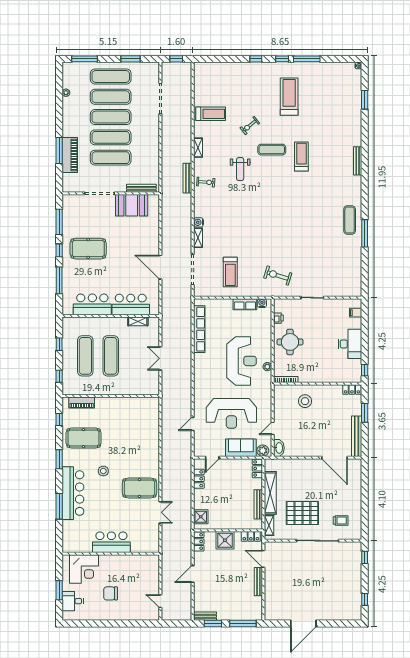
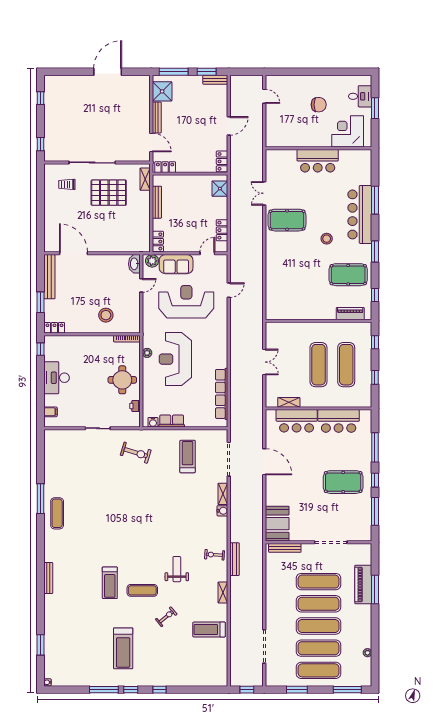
booth: (132, 205) -> (277, 524), moved, turned 90
shelving: (270, 493) -> (144, 215), removed
shower: (225, 540) -> (162, 91), moved

